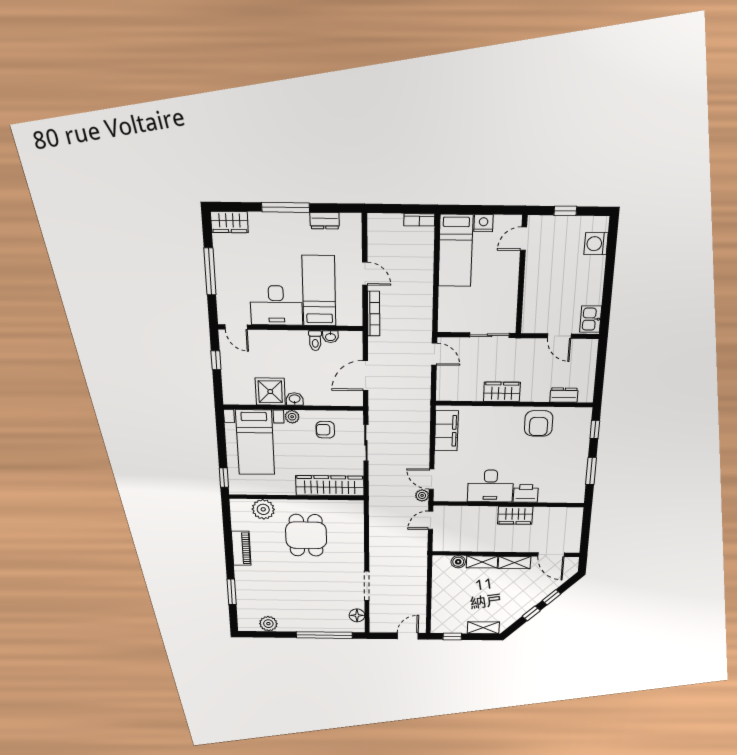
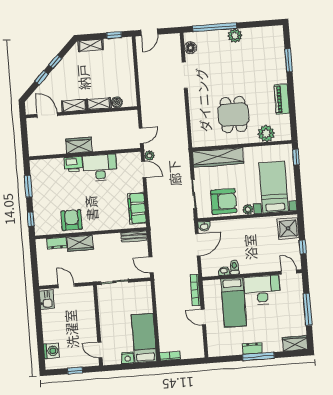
dresser: (325, 221) -> (252, 348), moved
door: (524, 239) -> (100, 350), swing flipped
shower: (270, 392) -> (288, 228), moved
wardrobe: (502, 392) -> (80, 243), moved
bench: (455, 395) -> (134, 237), added
washbasin: (295, 399) -> (204, 226), moved
armchair: (325, 430) -> (224, 201), width x1.88, depth x1.88
plant: (268, 624) -> (235, 36), moved

